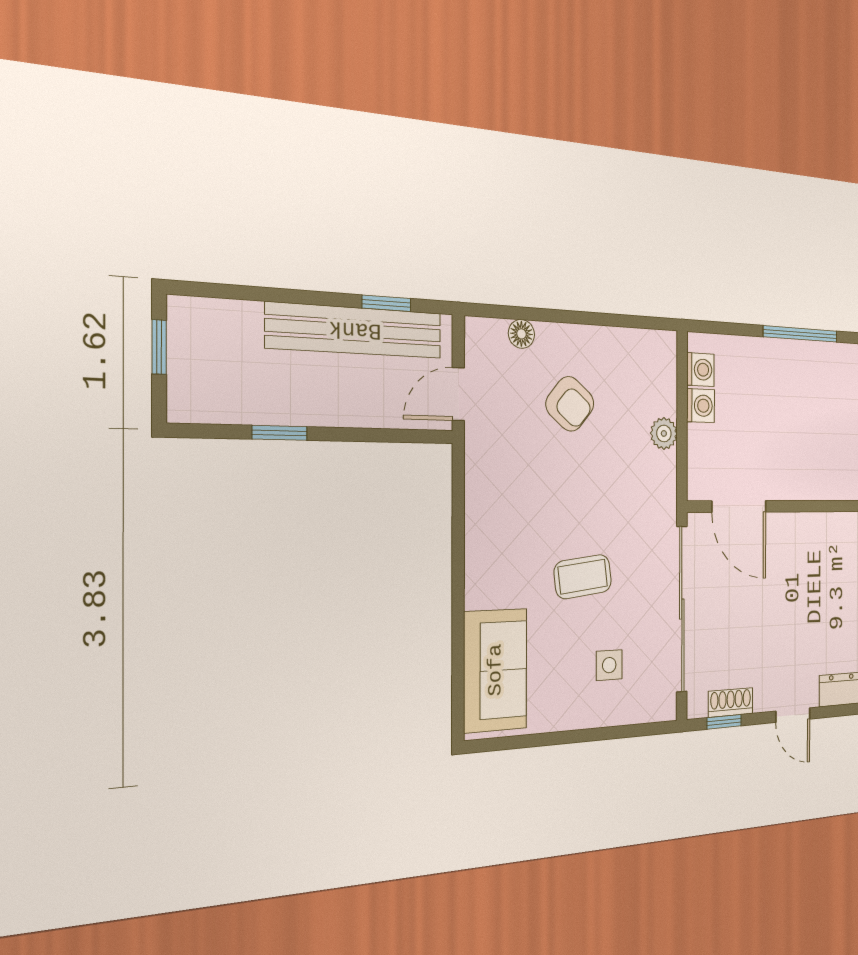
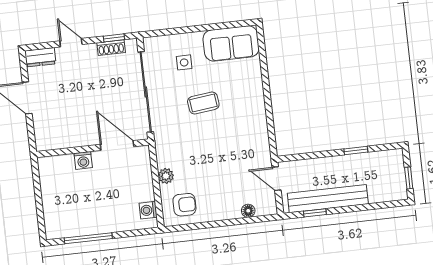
door: (458, 394) -> (277, 179), swing flipped
armchair: (570, 404) -> (184, 205), moved, turned 140
washing machine: (701, 406) -> (83, 160), moved, turned -90
sofa: (495, 670) -> (231, 43), moved, turned -90

